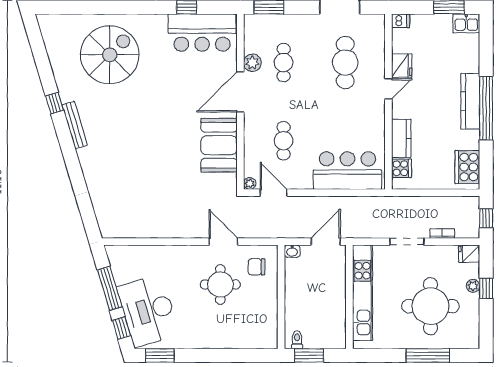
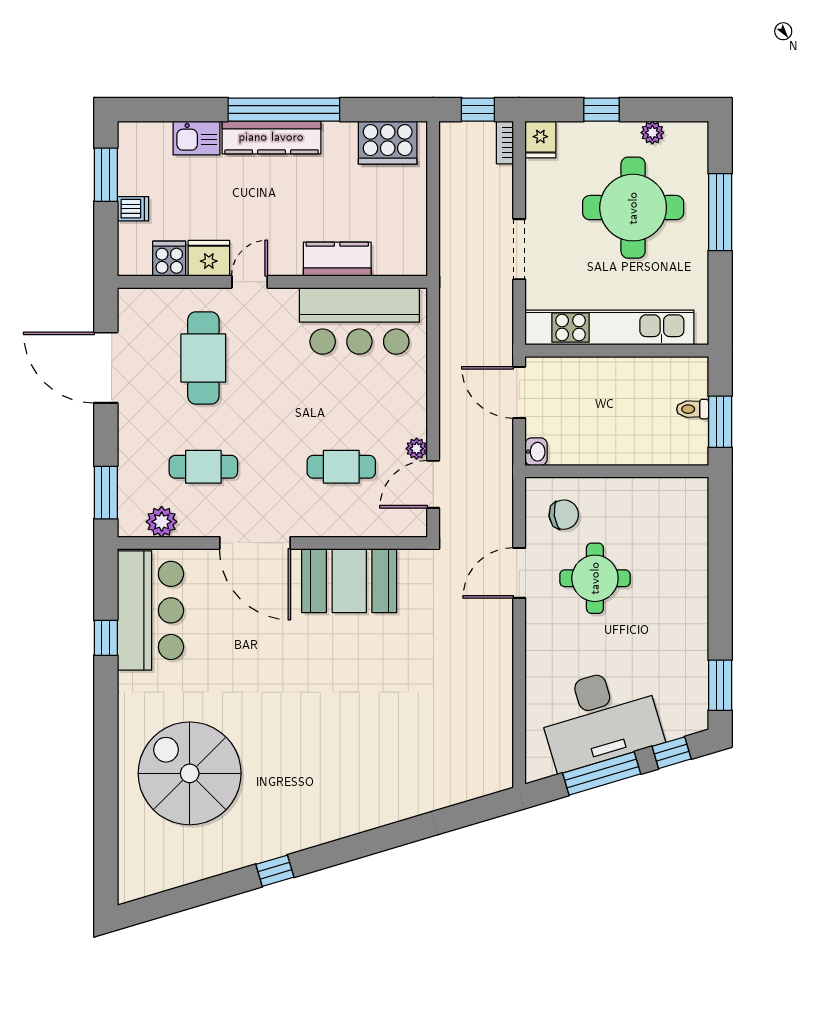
dishwasher: (401, 21) -> (133, 209), moved, turned 90
kitchen sink: (466, 23) -> (196, 138), moved, turned 90
plant: (252, 63) -> (162, 522), moved
cafe table: (345, 63) -> (203, 358), turned 90
door: (388, 89) -> (250, 282), hinge flipped
bench: (75, 125) -> (314, 835), removed
cooker: (402, 168) -> (169, 259), moved
bar counter: (347, 171) -> (359, 321), moved, turned -90
plant: (250, 183) -> (417, 449), moved
bookcase: (442, 233) -> (505, 142), moved
chair: (256, 267) -> (564, 515), turned -97
plant: (473, 286) -> (652, 133), moved
desk: (148, 311) -> (600, 718), moved
toilet: (297, 340) -> (693, 409), moved

